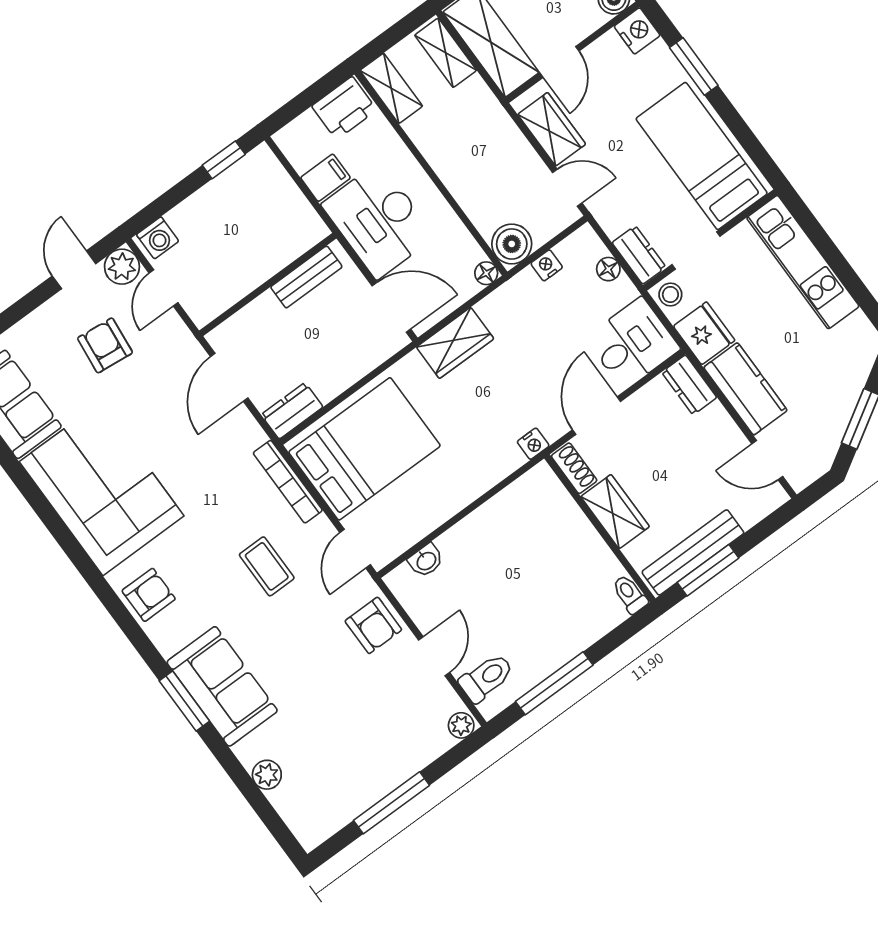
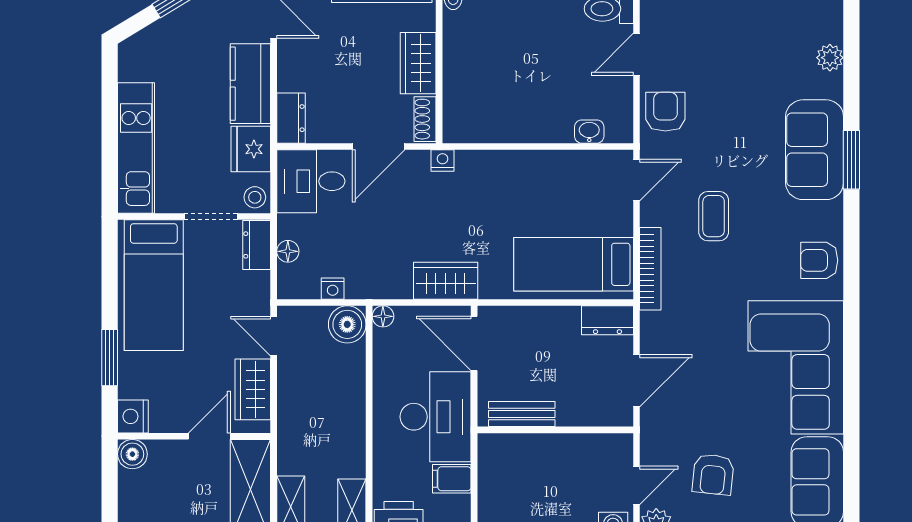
bed: (365, 449) -> (574, 264), width x0.67

